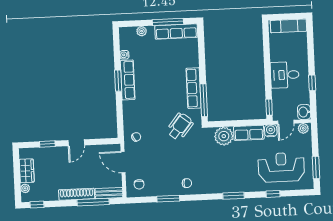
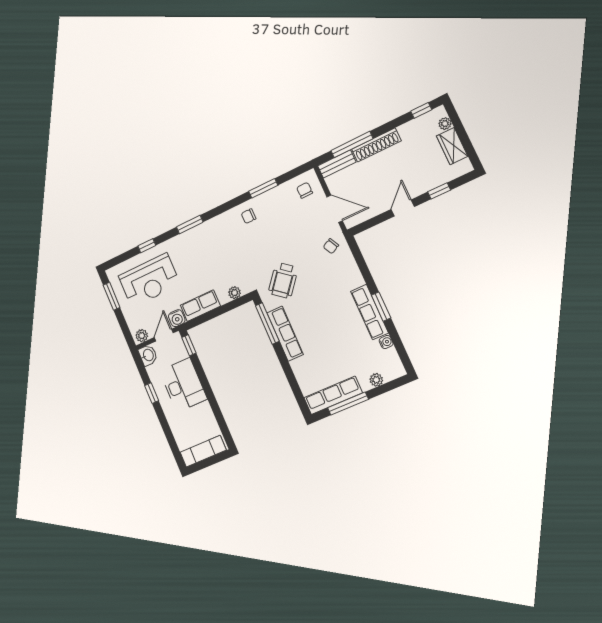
desk: (285, 75) -> (183, 385), width x1.37
plant: (224, 136) -> (235, 293), width x0.53, depth x0.53

